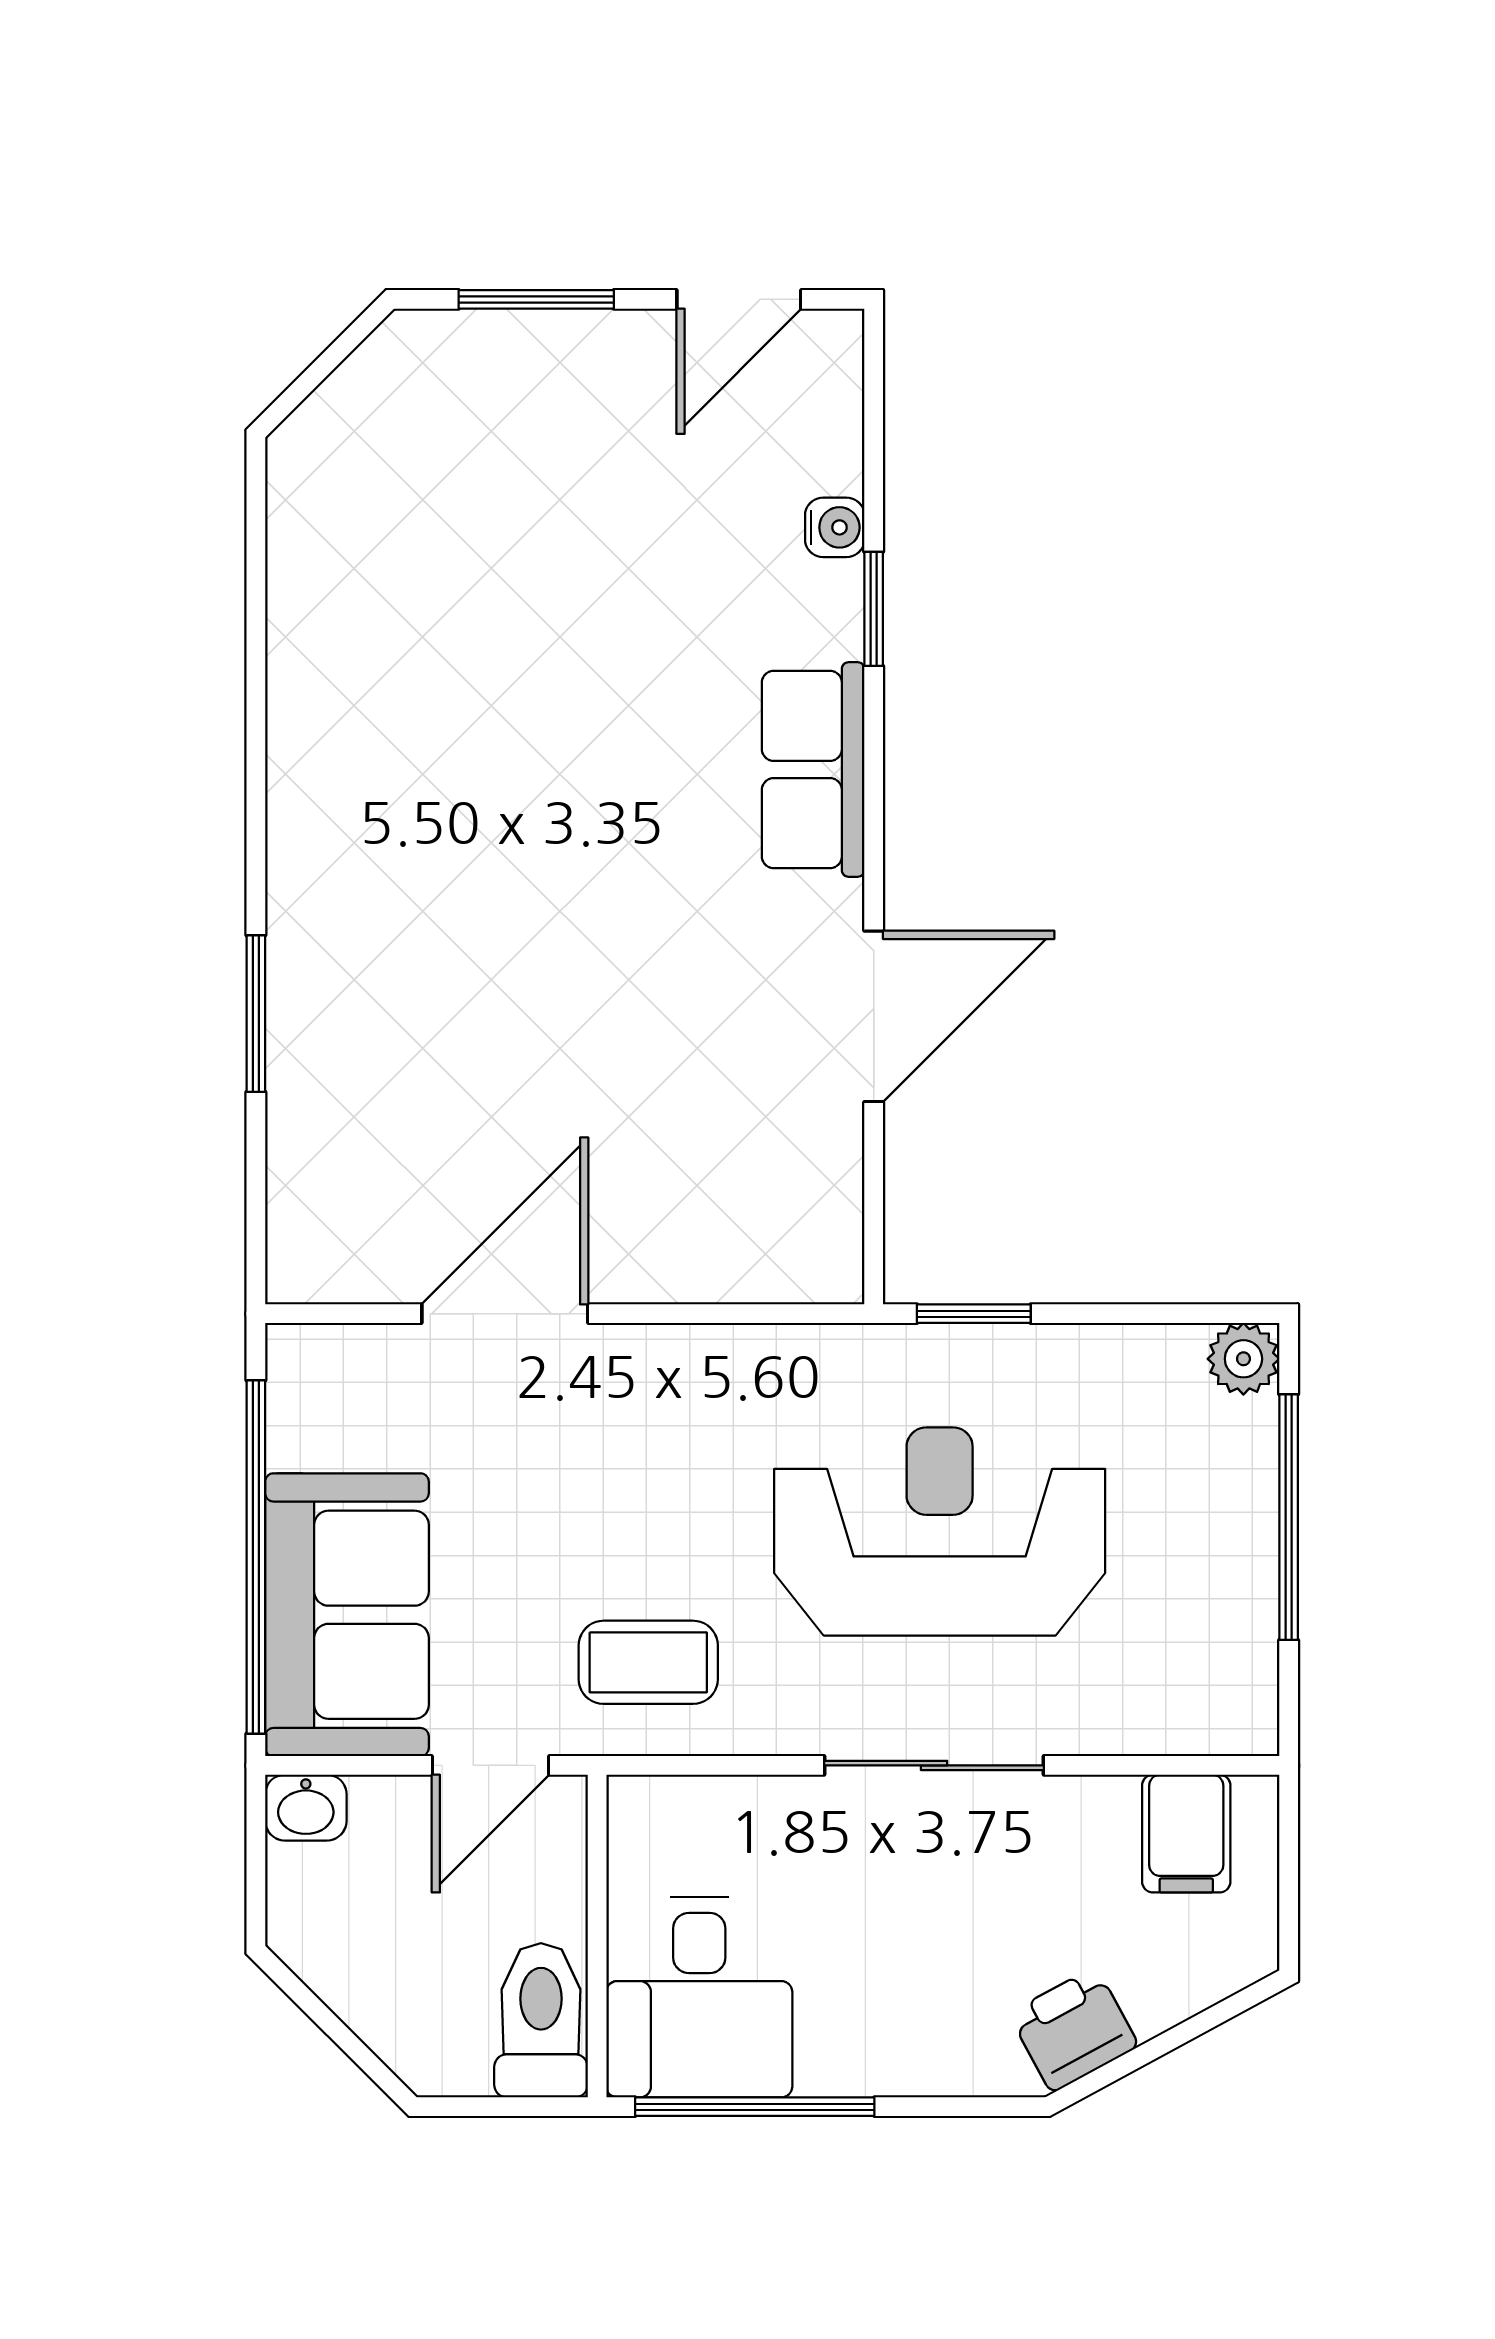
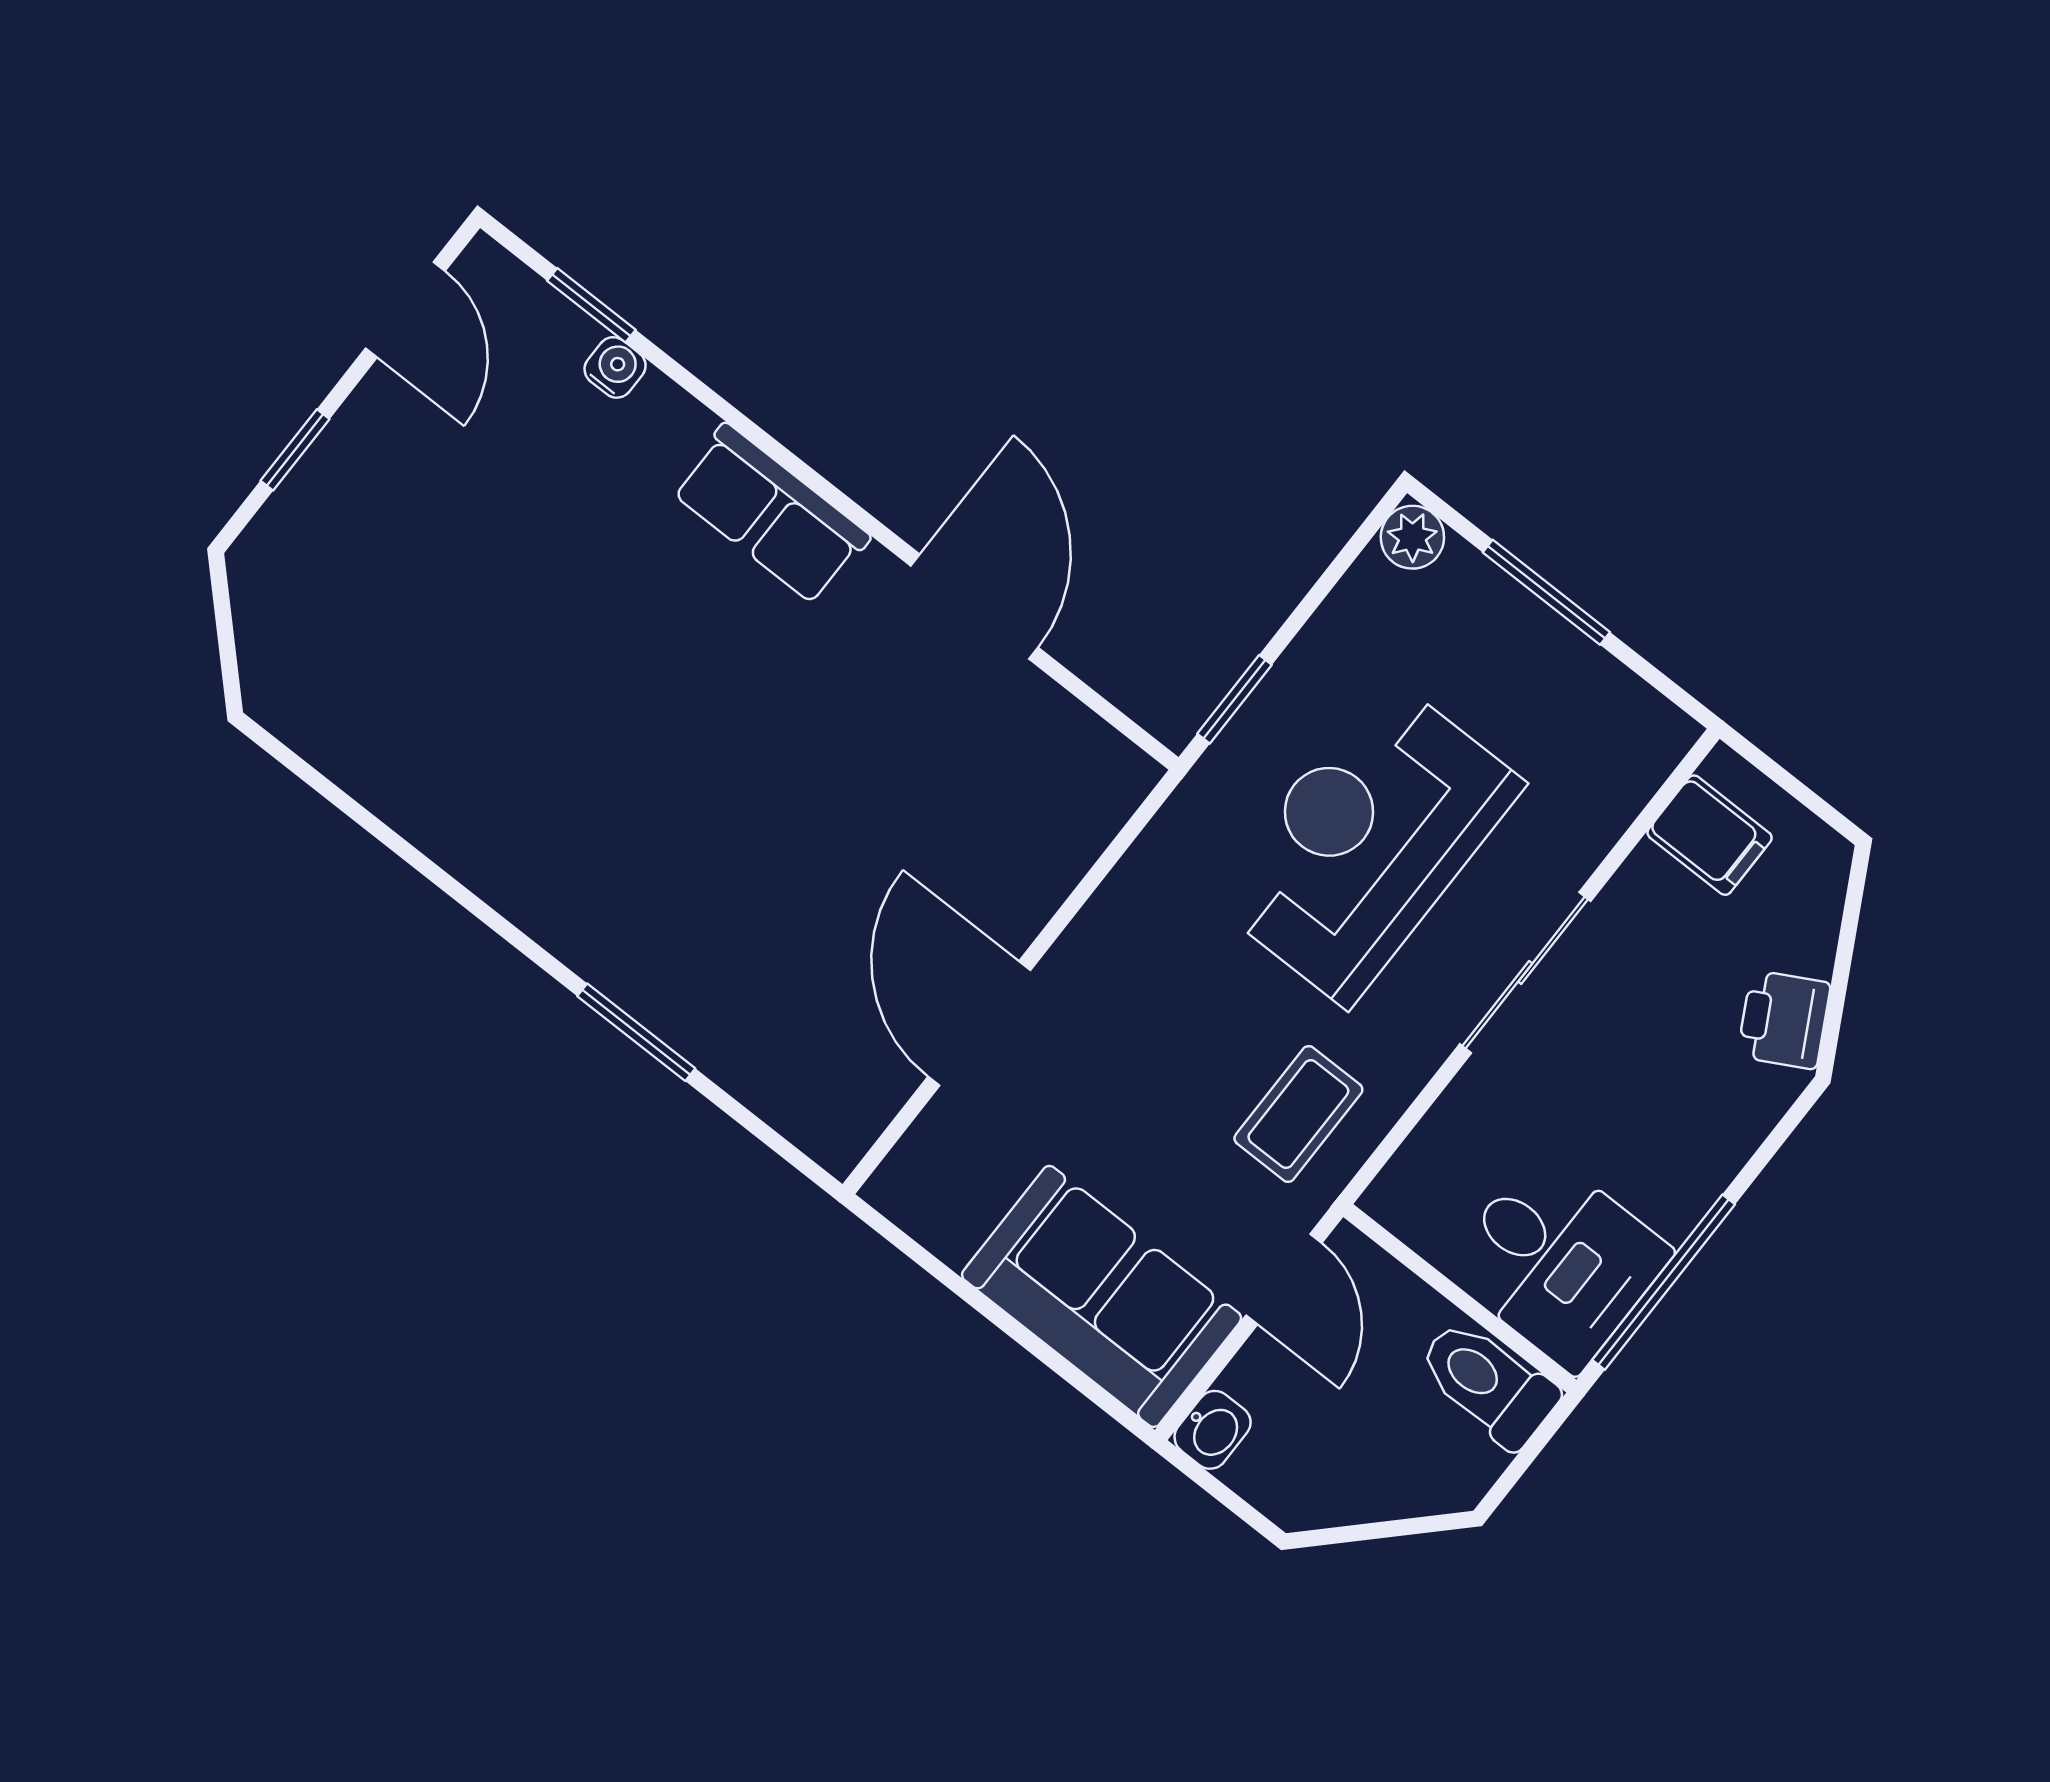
window: (536, 299) -> (295, 450), width x0.67
window: (874, 609) -> (591, 305), moved
window: (1289, 1517) -> (1546, 592), width x0.69
window: (256, 1557) -> (1012, 1328), removed

